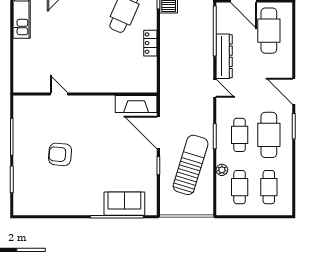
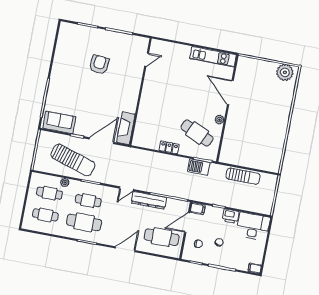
door: (294, 91) -> (125, 249), moved
door: (59, 94) -> (147, 60), moved
sofa: (124, 204) -> (59, 122), moved, turned -90

